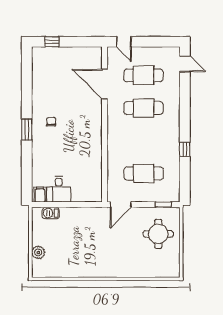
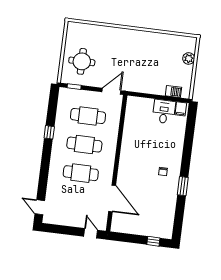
cafe table: (143, 75) -> (84, 145), moved
window: (27, 129) -> (183, 186), moved

